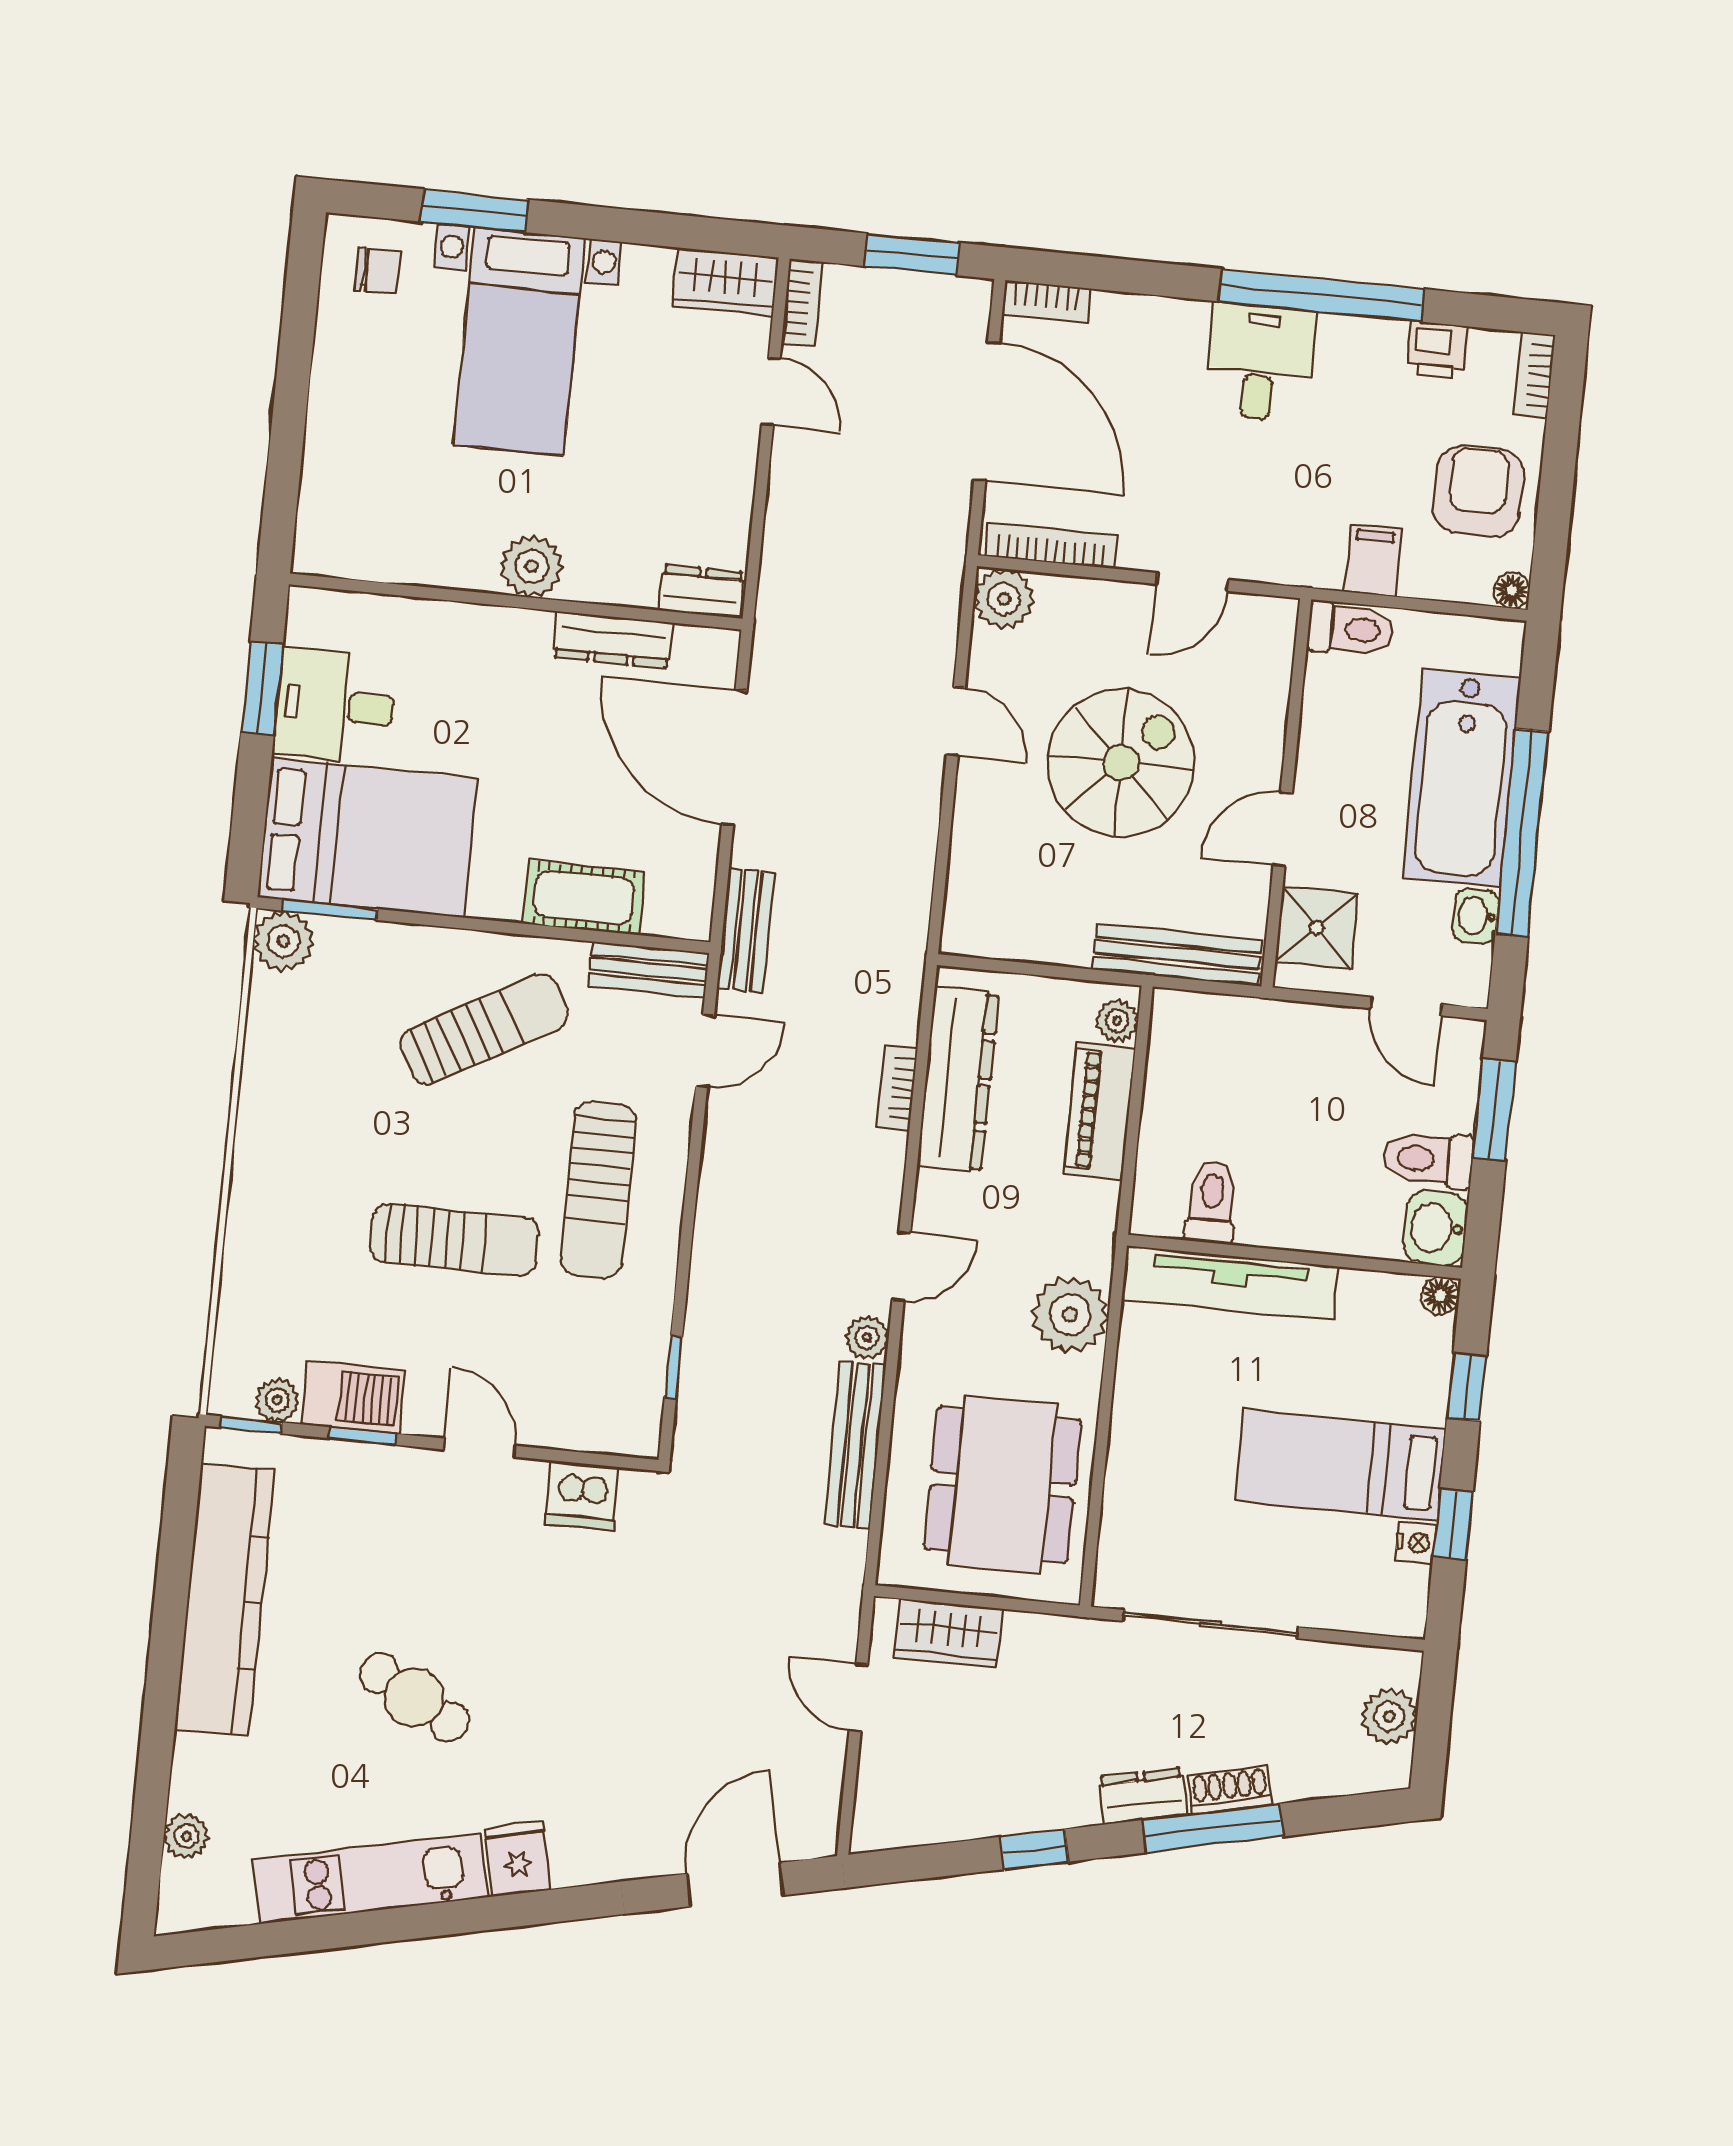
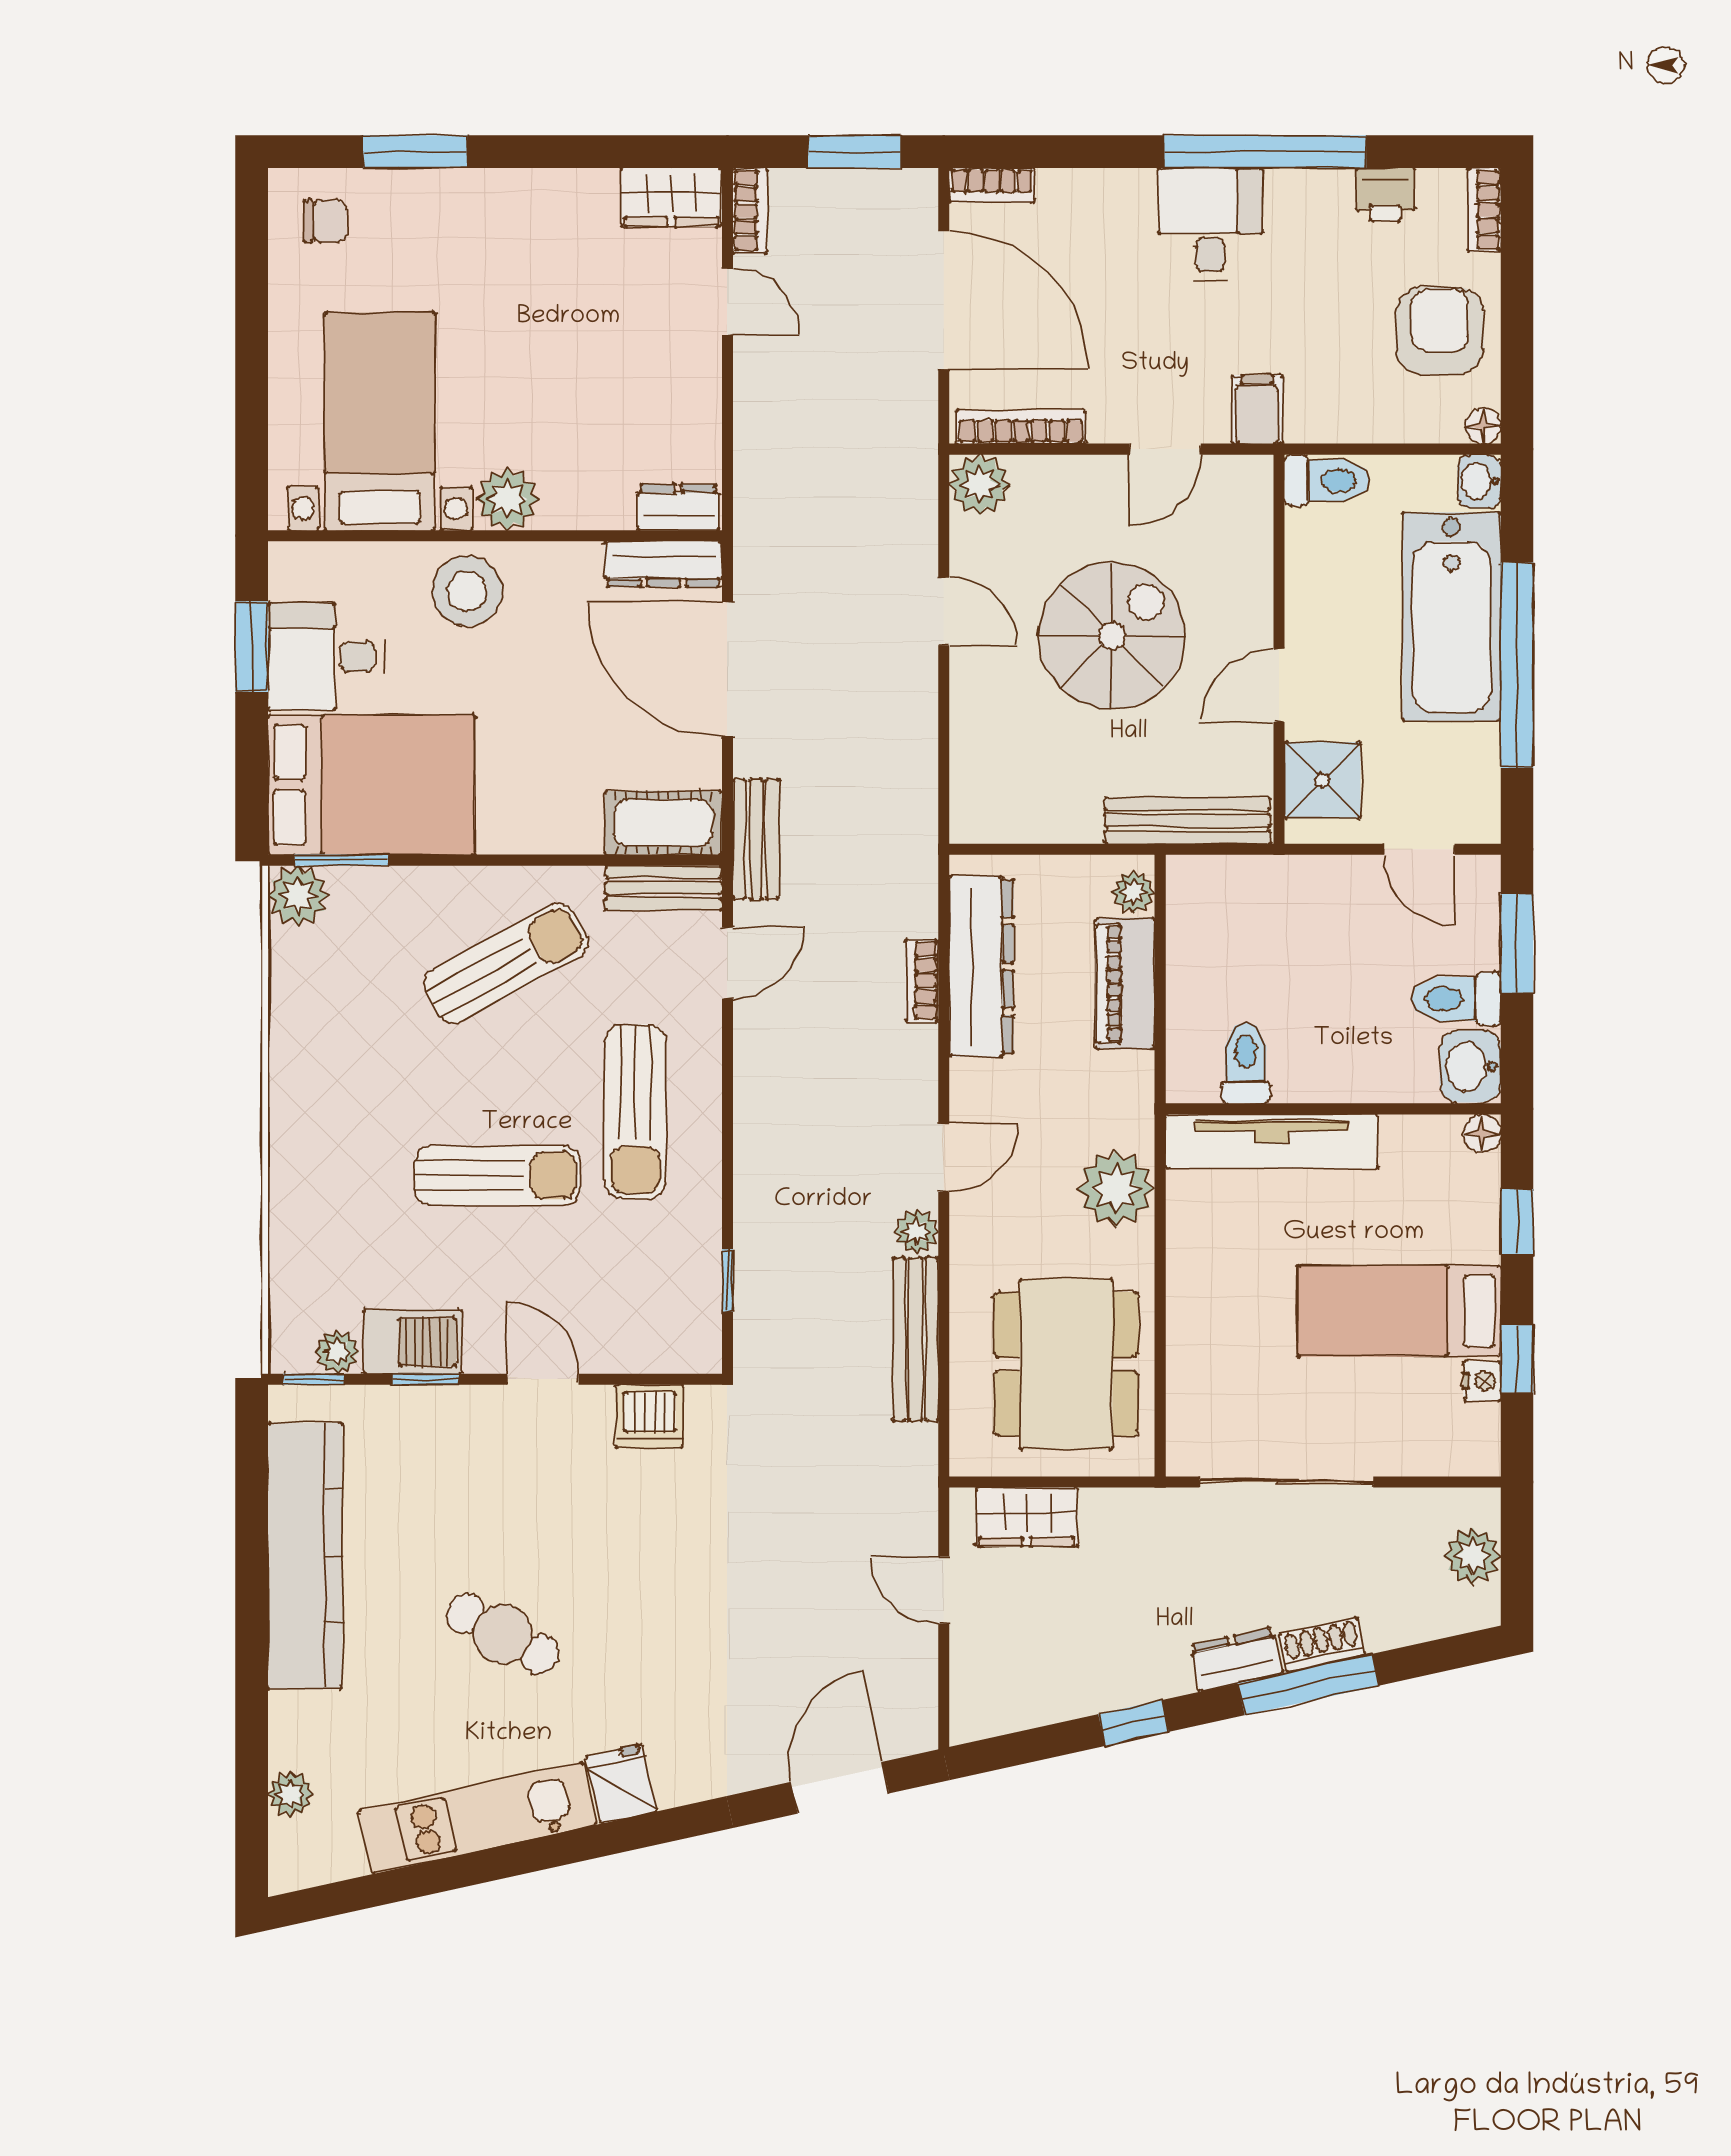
bed with nightstands: (519, 341) -> (380, 421), moved, turned 180
filing cabinet: (1373, 560) -> (1257, 409), moved
dresser: (613, 640) -> (663, 564), moved
stool: (482, 654) -> (467, 591), added
cot: (584, 898) -> (663, 823), moved
washbasin: (1476, 916) -> (1479, 481), moved

